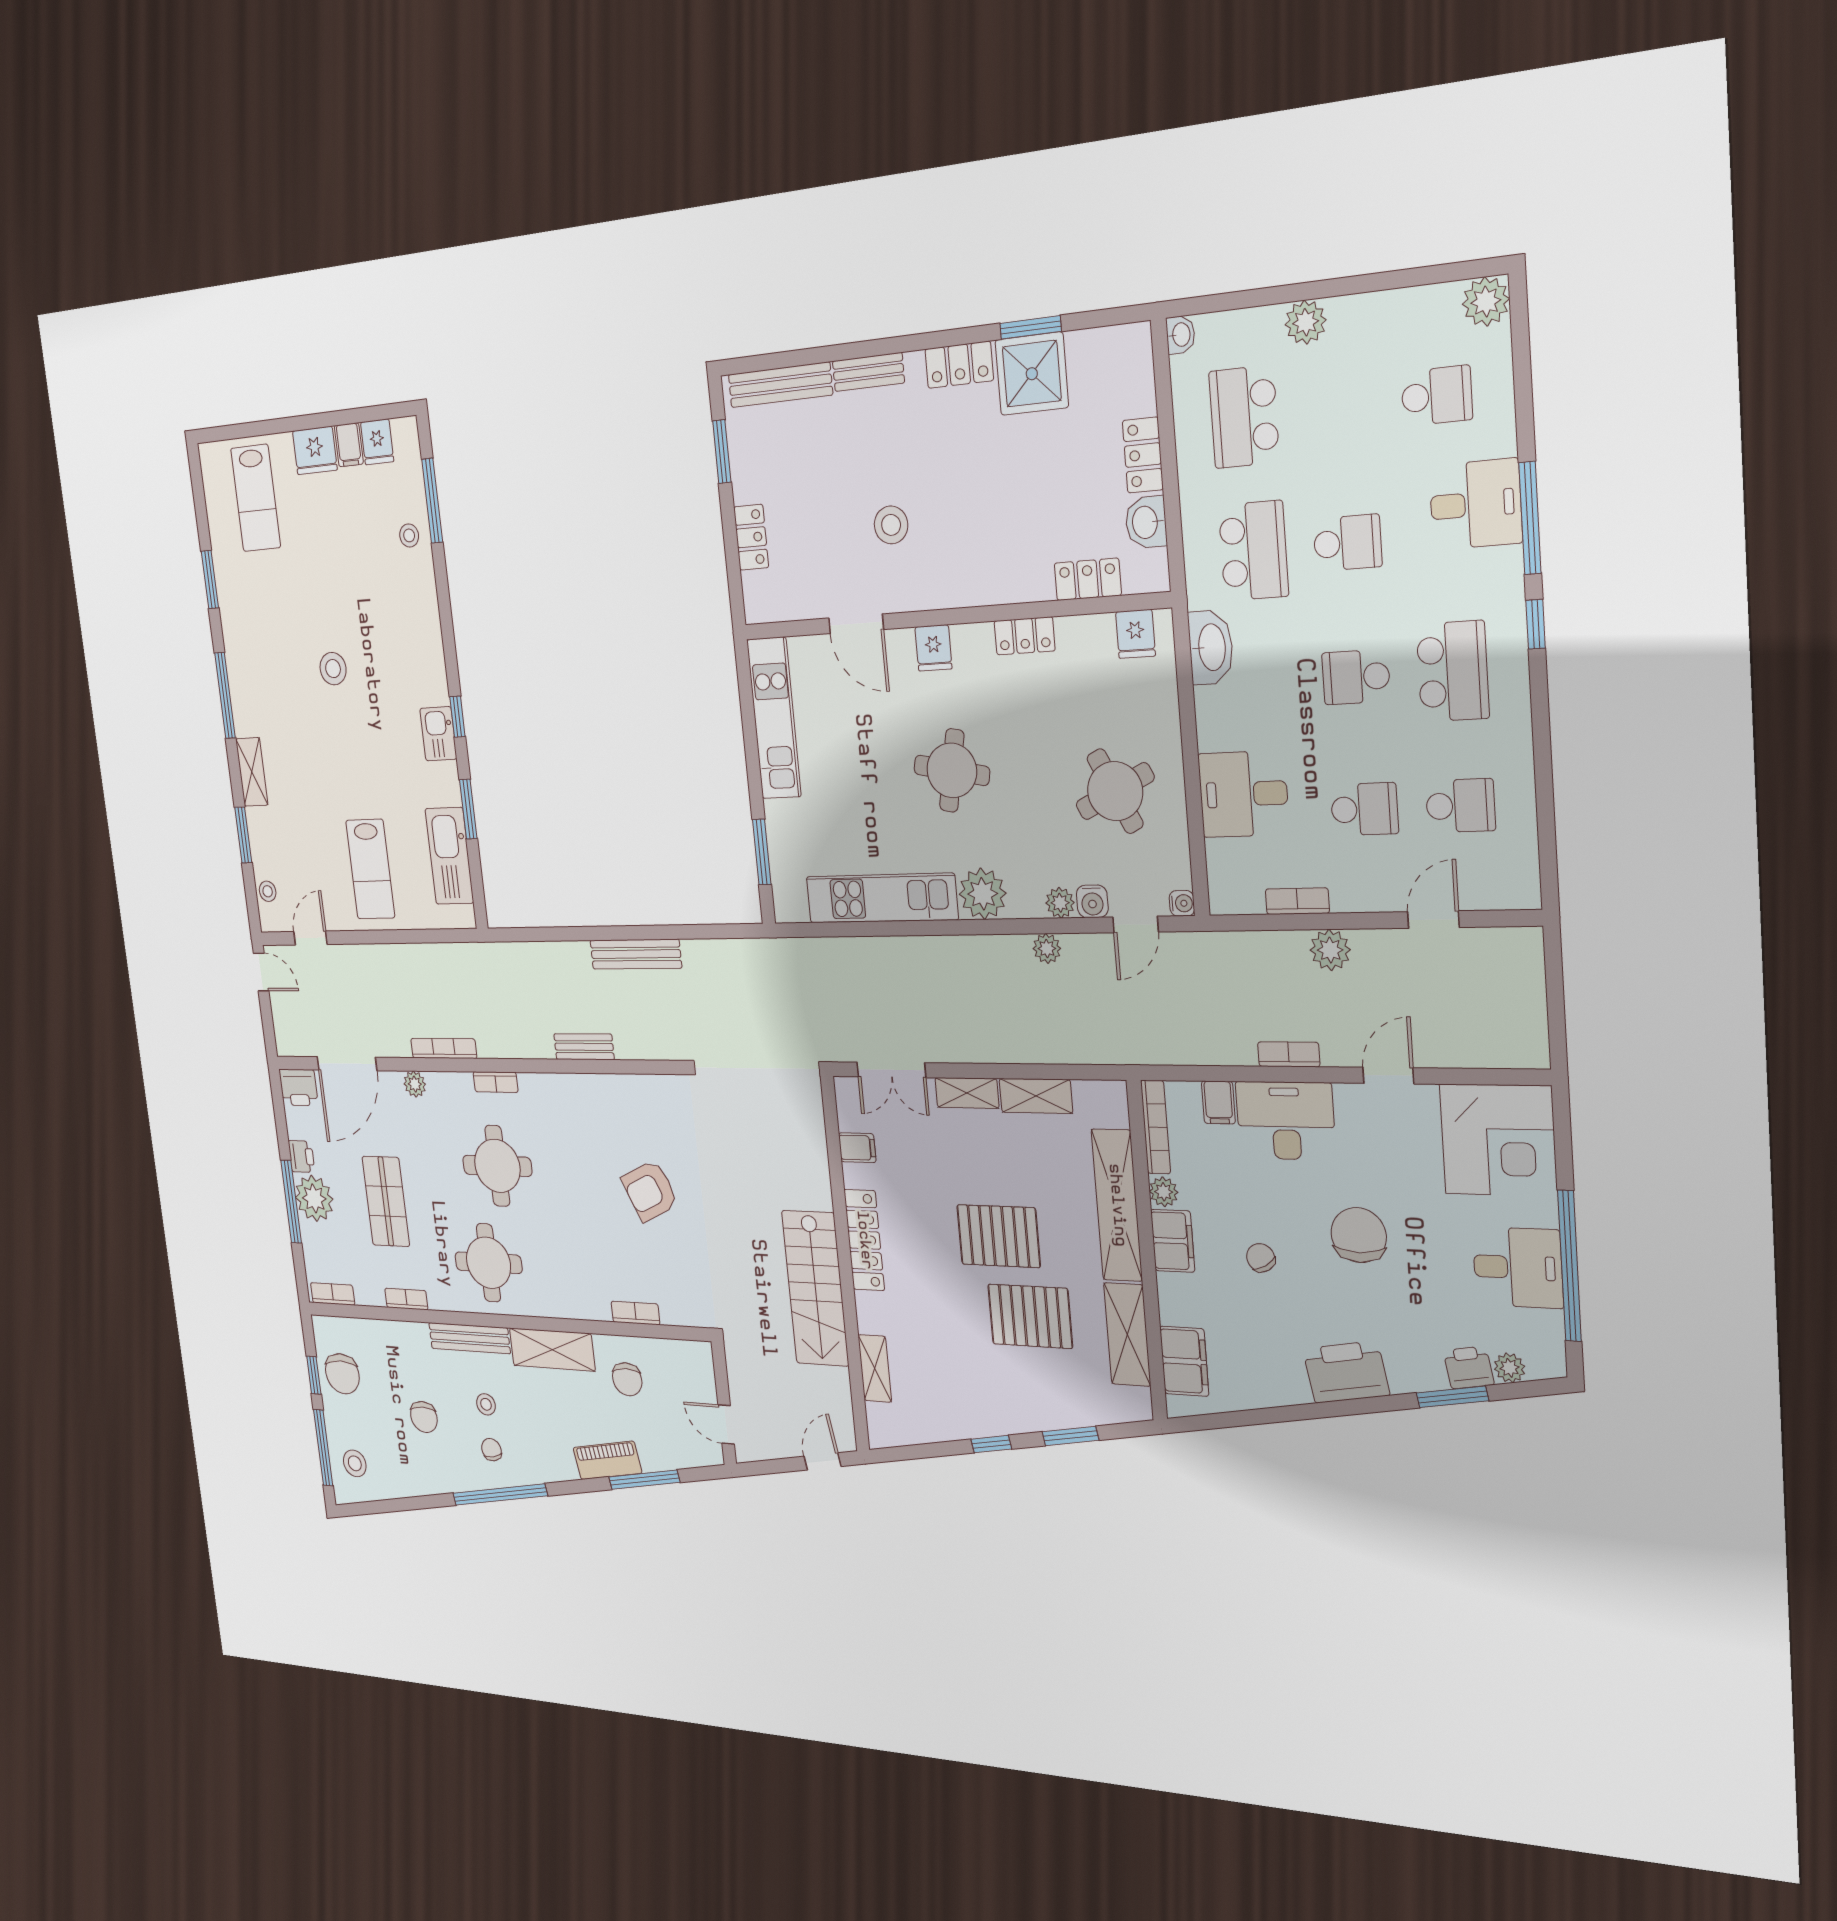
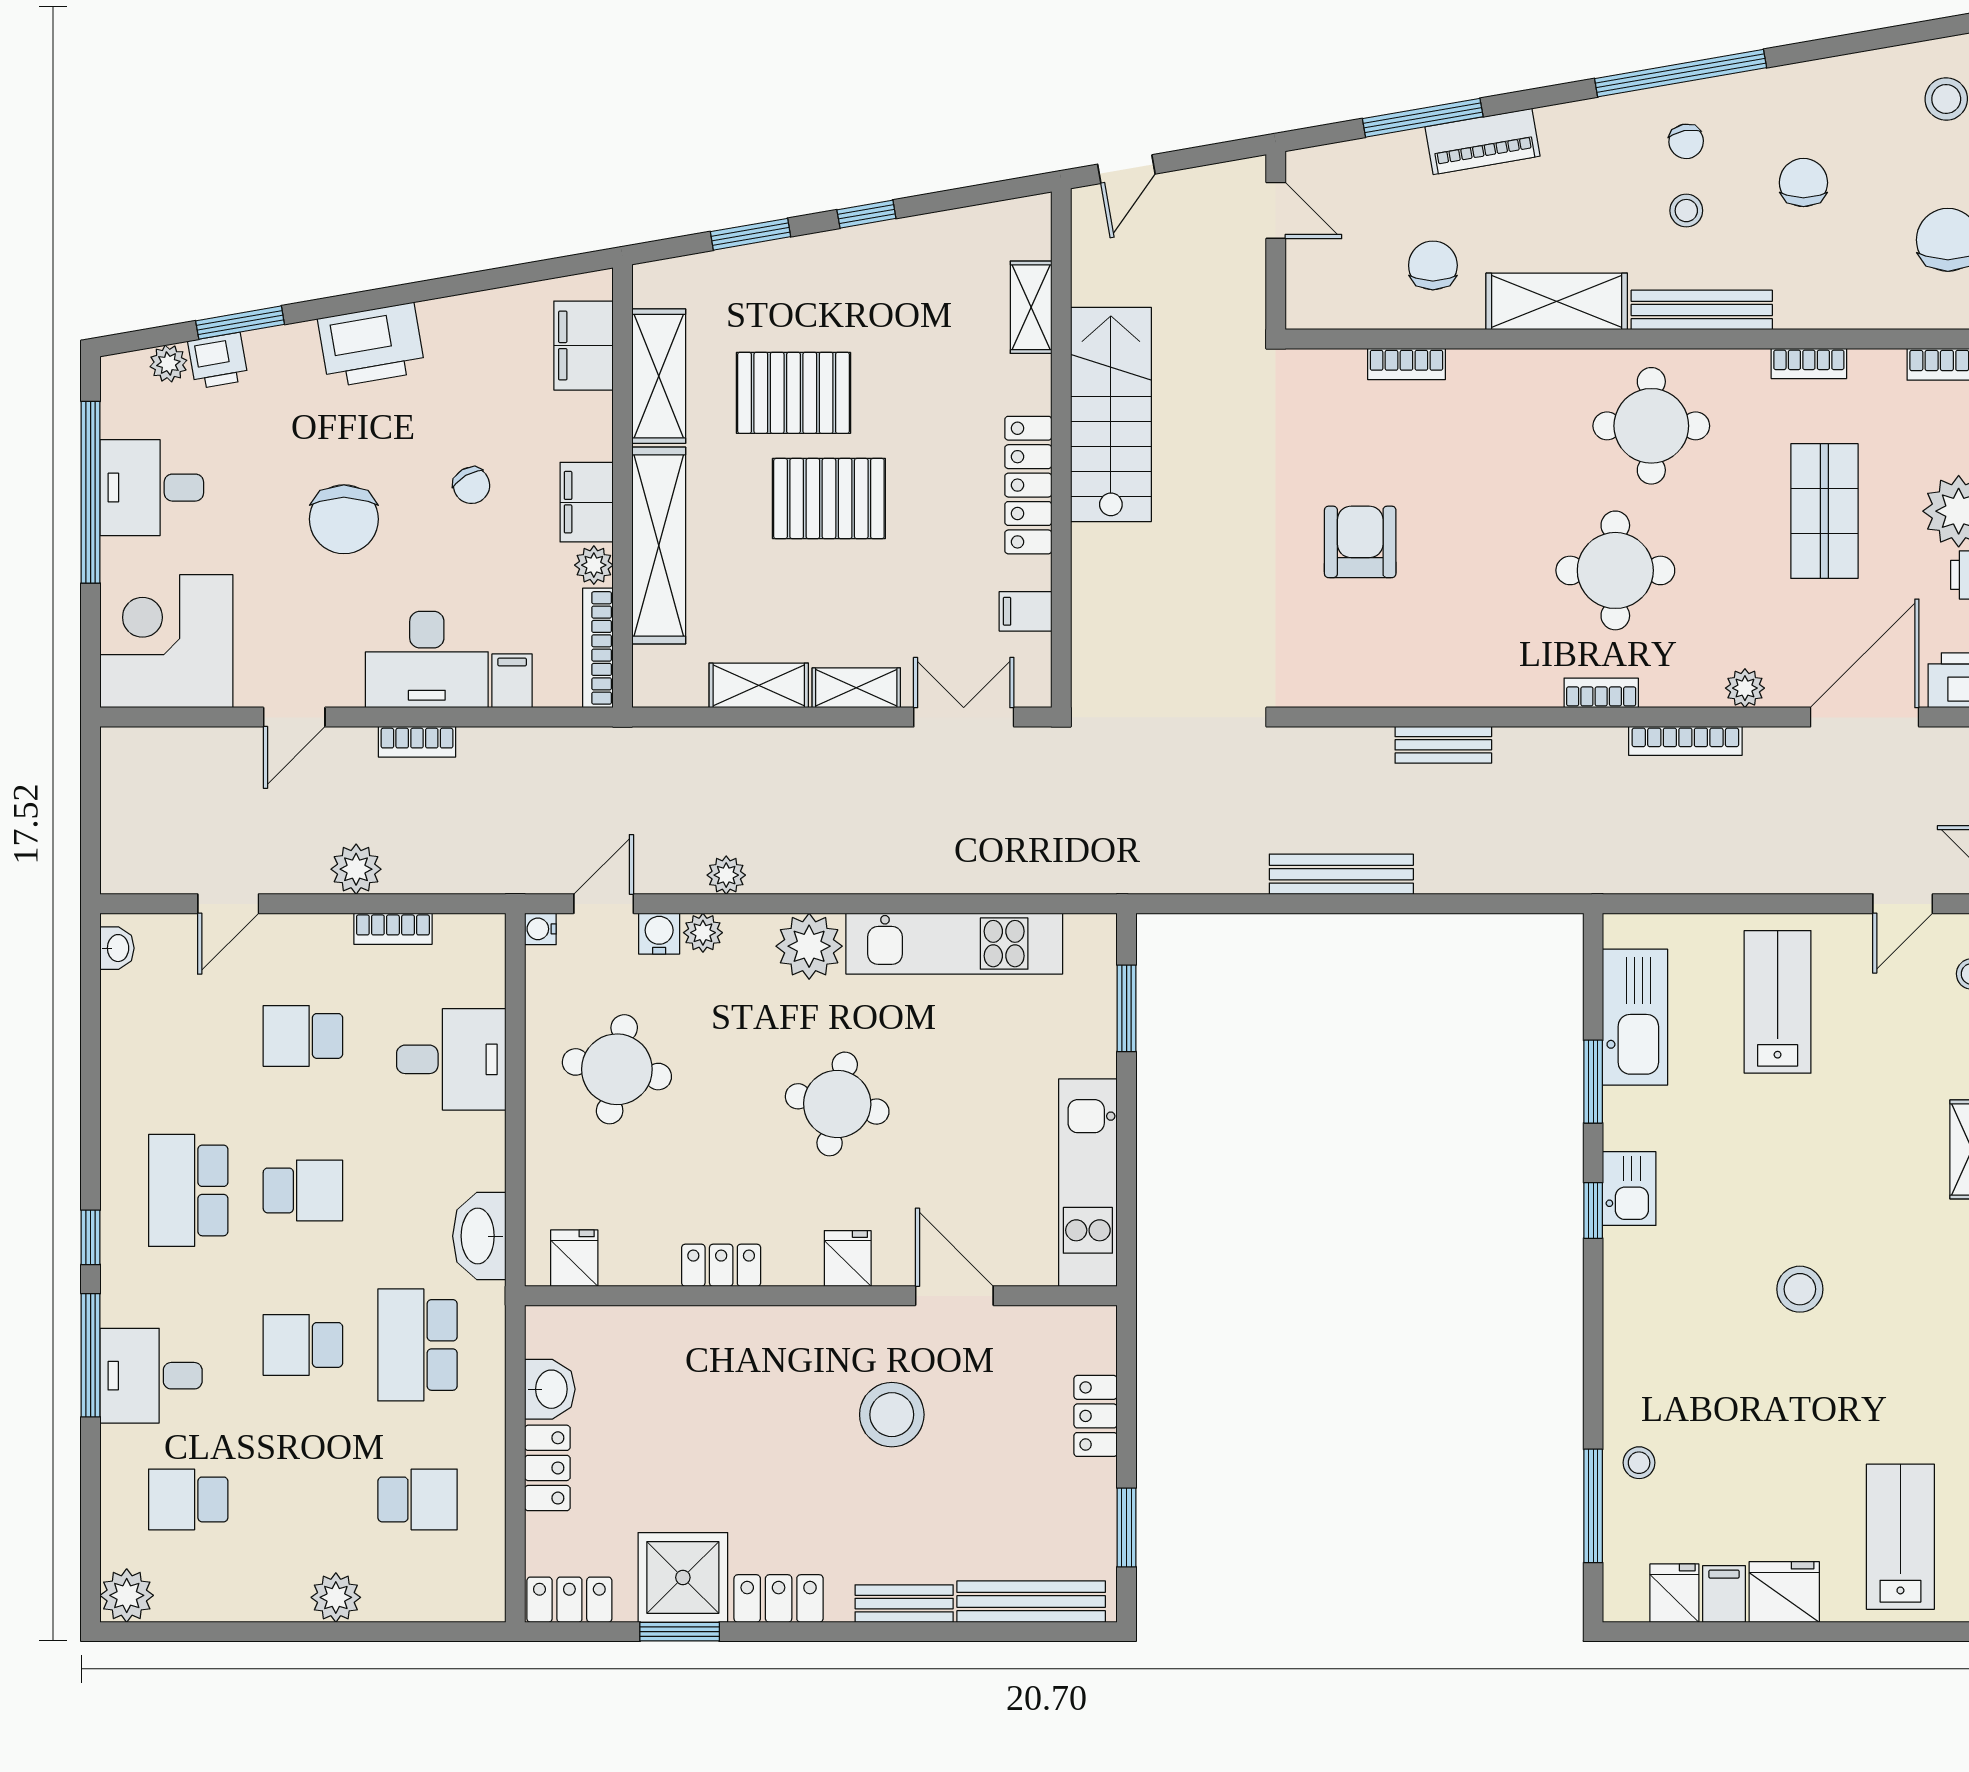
washbasin: (1181, 335) -> (117, 948), moved, turned 180
school desk: (1244, 417) -> (418, 1499), width x0.54
stool: (891, 525) -> (892, 1415), width x1.38, depth x1.38
locker: (1088, 579) -> (569, 1600), moved, turned 180
round table: (1115, 791) -> (617, 1069), turned 36
school desk: (1460, 806) -> (188, 1036), removed
armchair: (650, 1191) -> (1360, 542), turned -65

